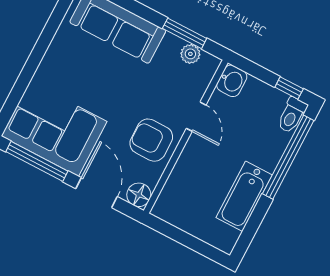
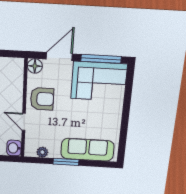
window: (185, 33) -> (66, 162), moved
door: (97, 193) -> (59, 56), swing flipped

